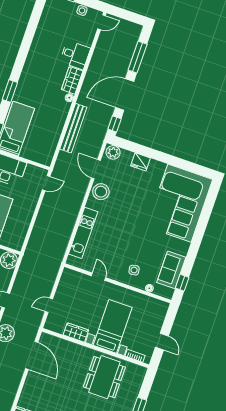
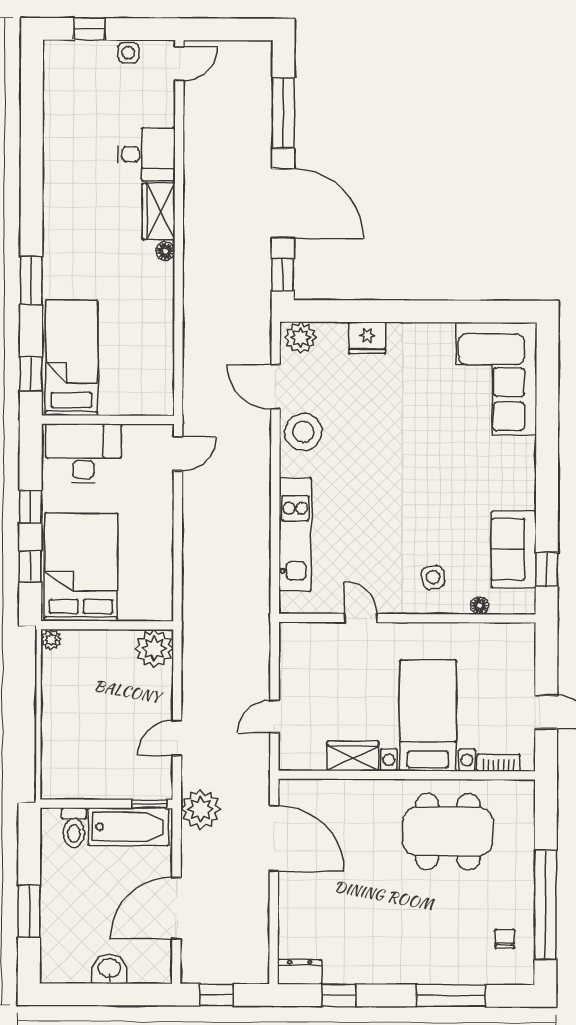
door: (125, 94) -> (283, 203), swing flipped
bench: (73, 128) -> (196, 314), removed
corner sofa: (179, 203) -> (497, 378), width x0.73, depth x0.74
dining table: (104, 377) -> (448, 832), turned 90

